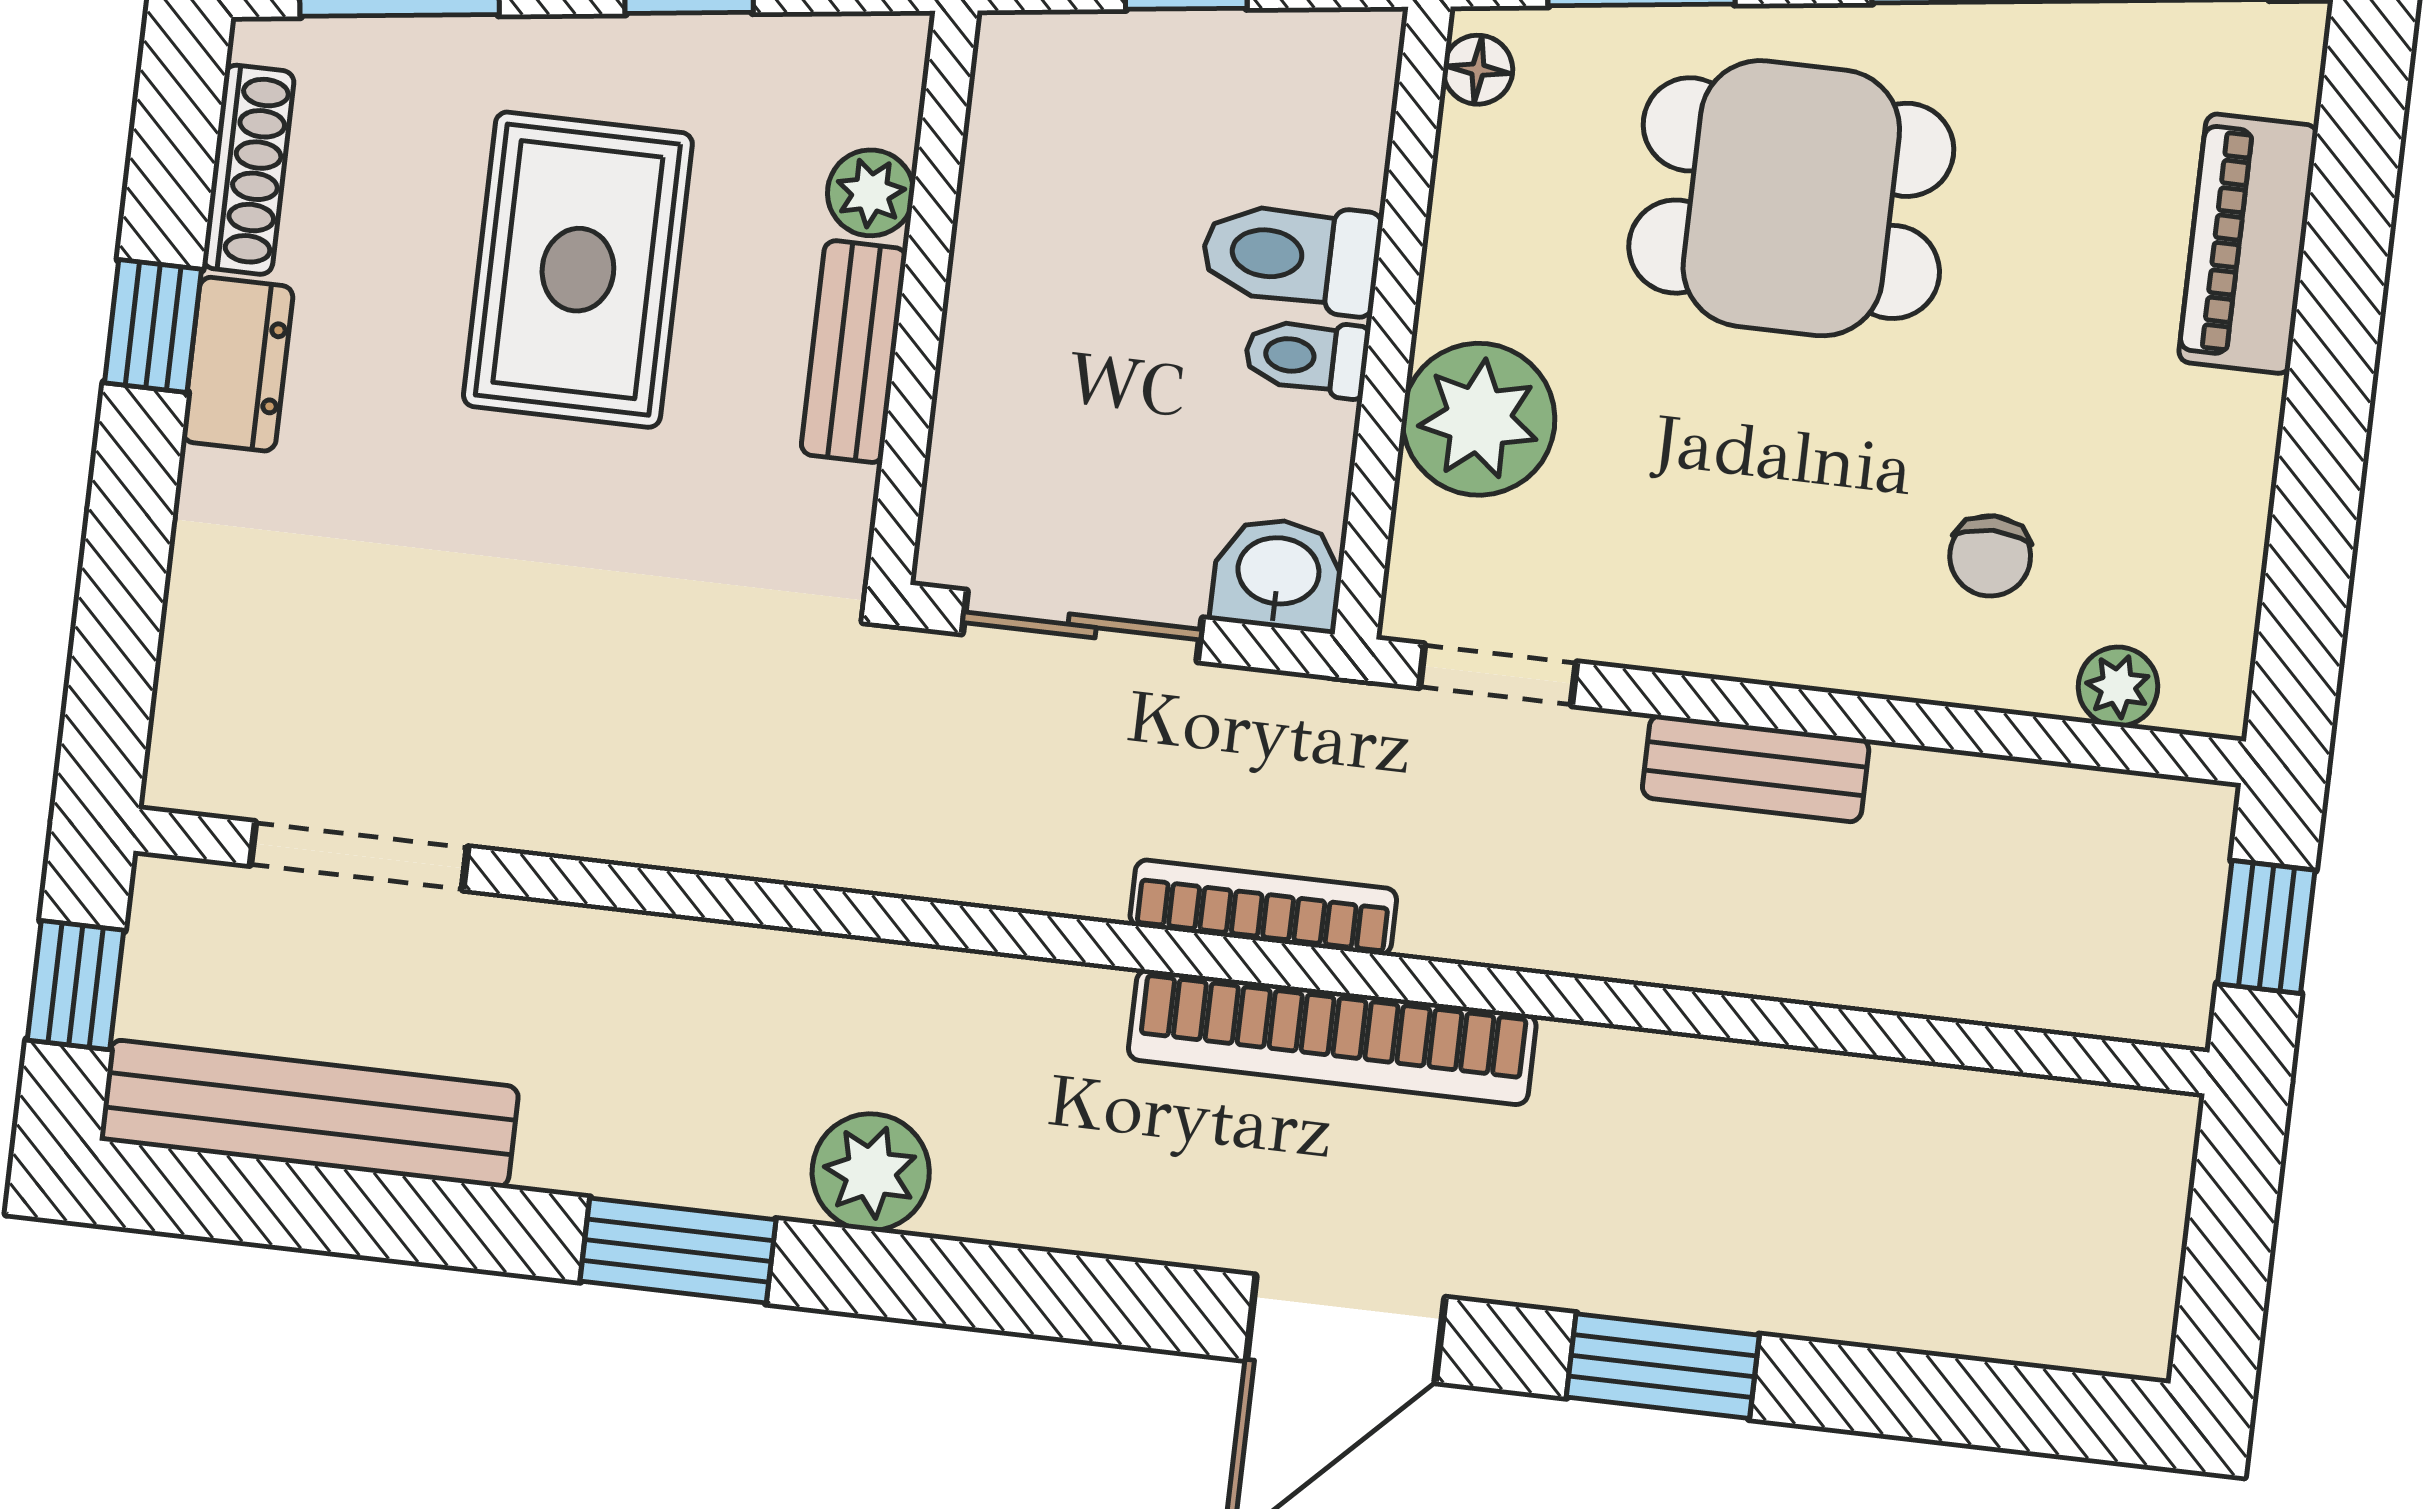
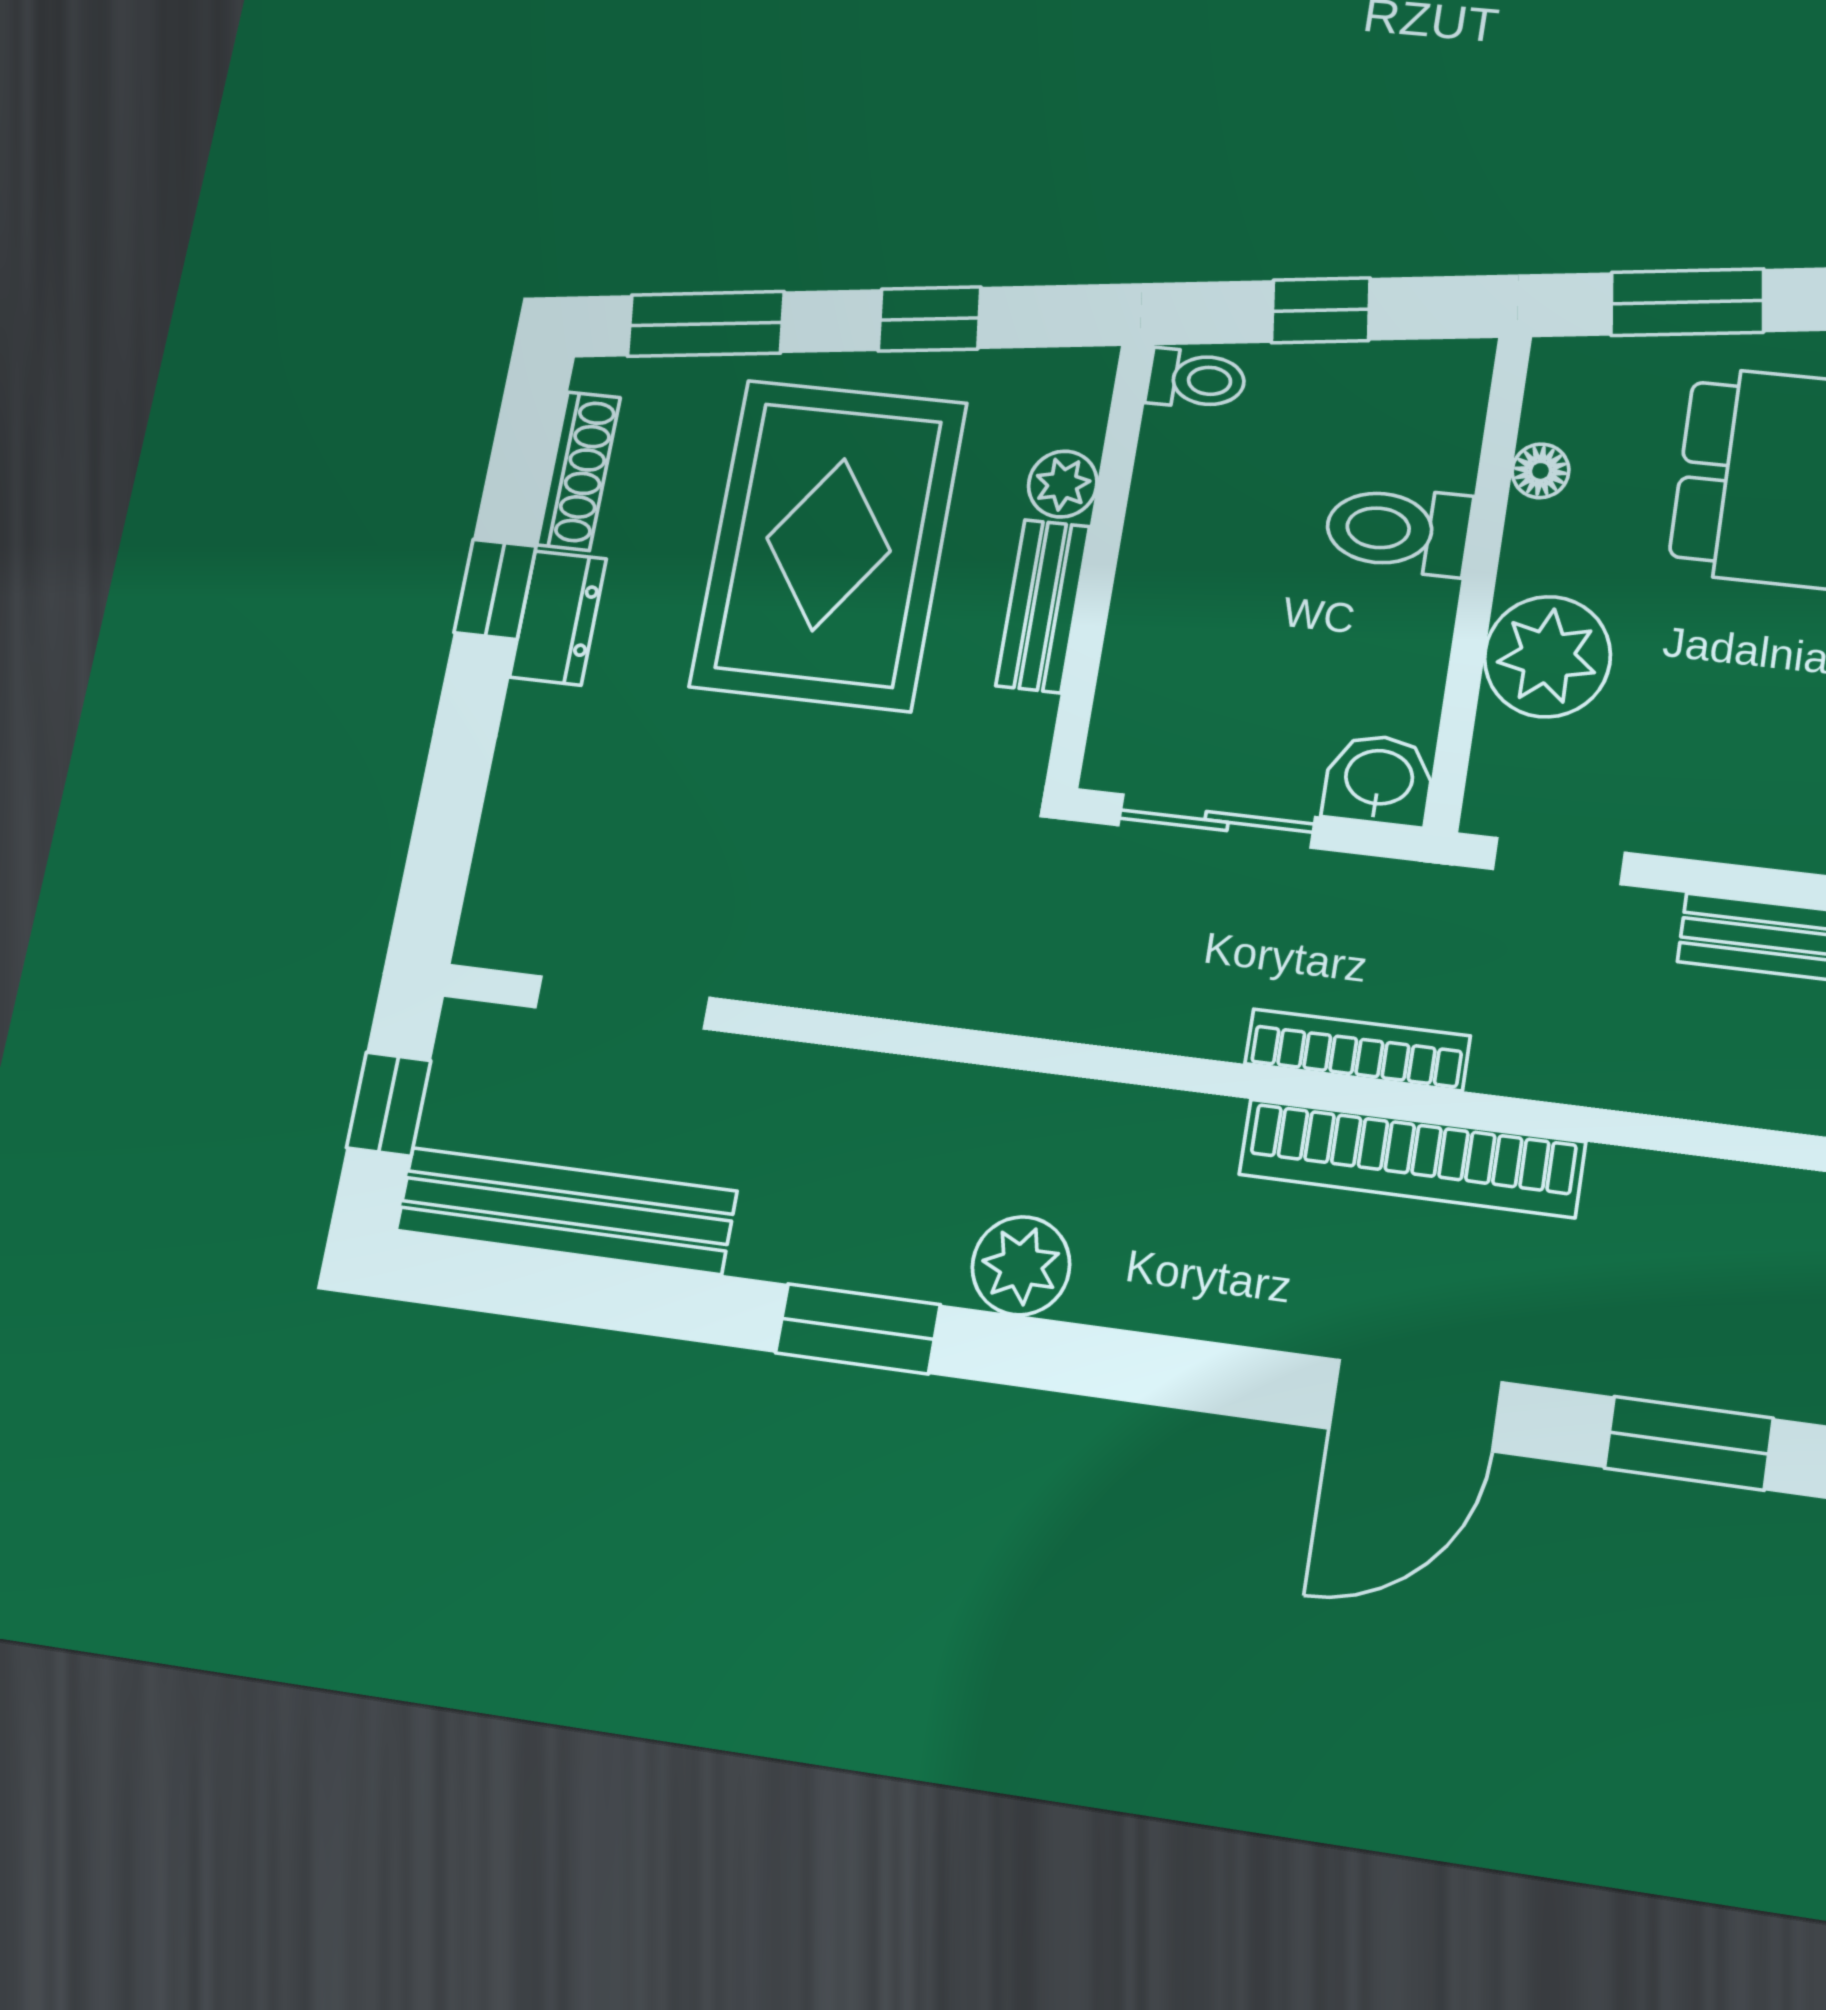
floor lamp: (1478, 70) -> (1540, 471), moved
rug: (578, 270) -> (829, 544), width x1.37, depth x1.44
toilet: (1307, 357) -> (1196, 380), moved, turned 180

